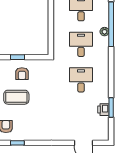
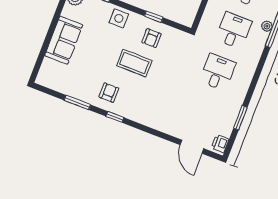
printer: (103, 110) -> (220, 144), moved

